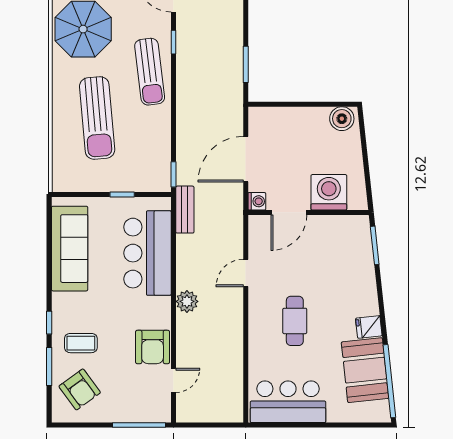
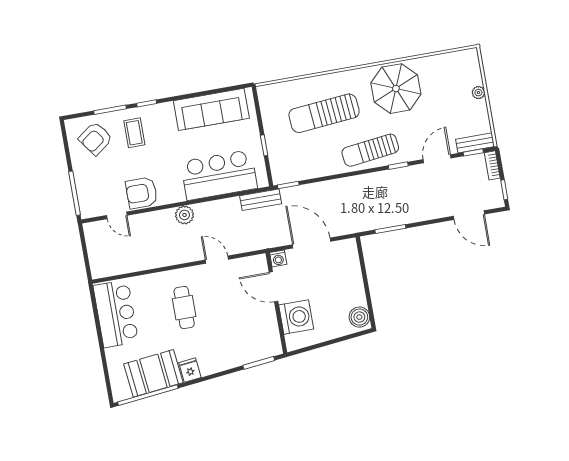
cafe table: (295, 321) -> (184, 308), turned 90

